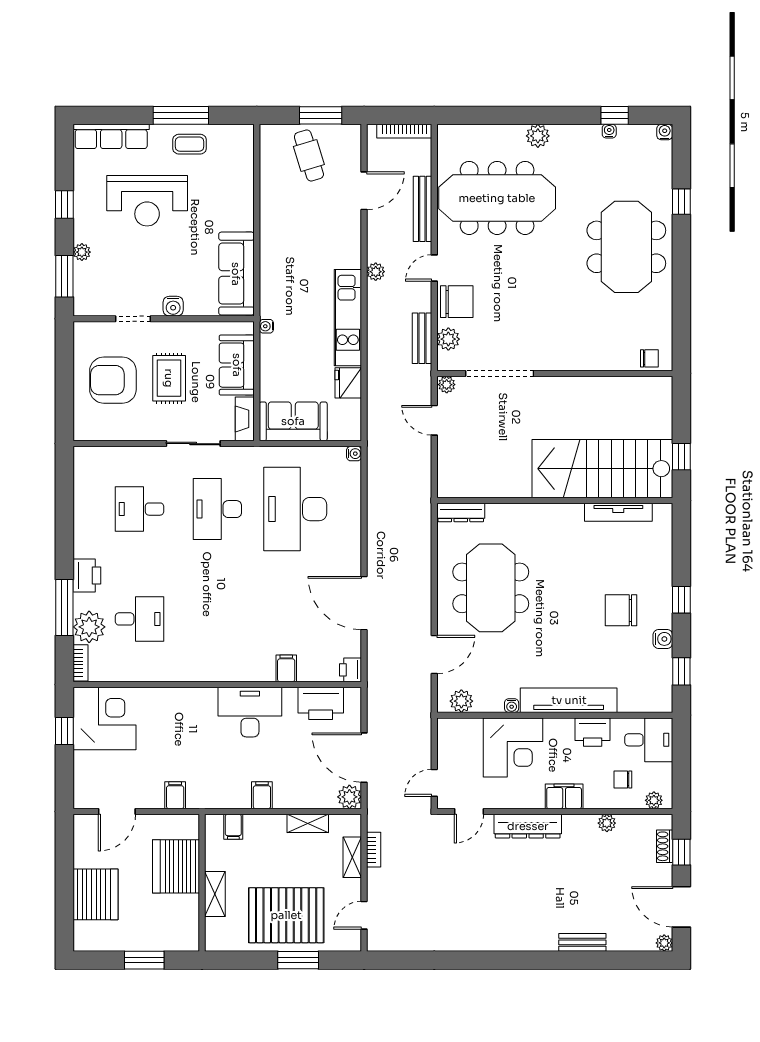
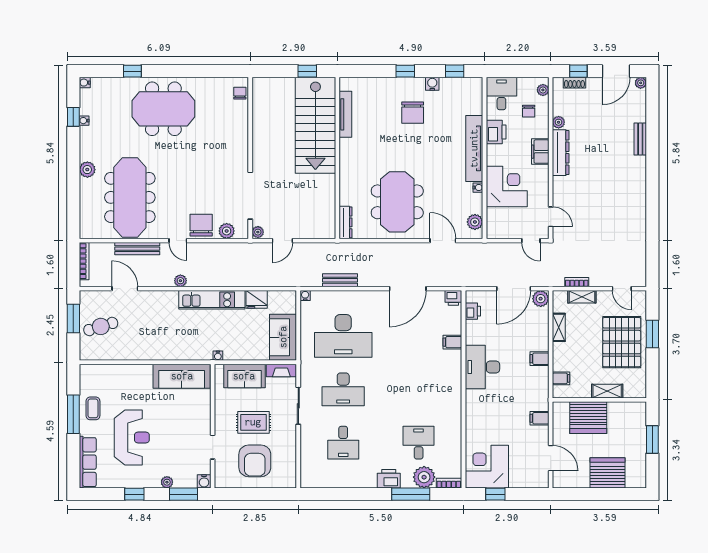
water cooler: (173, 306) -> (204, 481), moved, turned 90
bench: (422, 338) -> (340, 280), moved
meeting table: (491, 588) -> (397, 202), turned 90
printer: (321, 703) -> (473, 311), width x0.53, depth x0.68
dresser: (528, 826) -> (561, 153), moved

